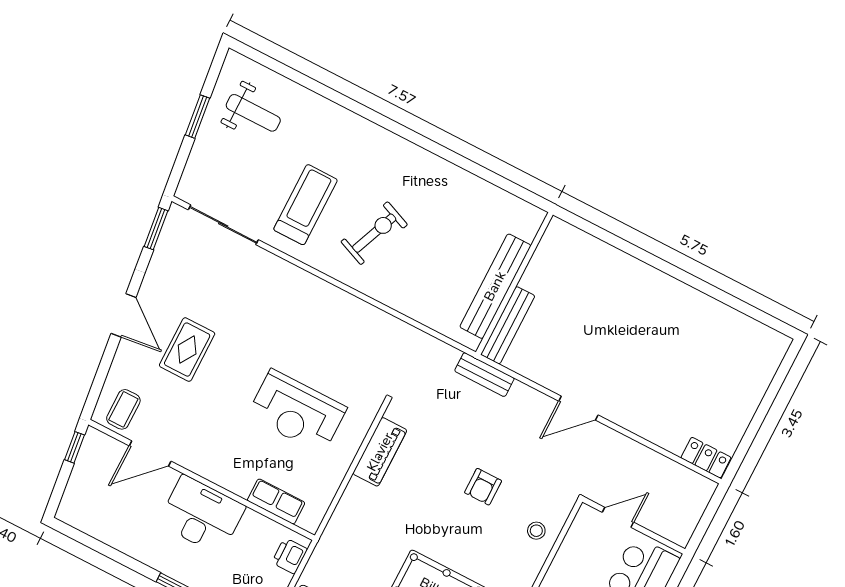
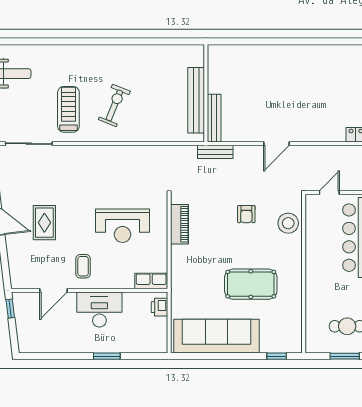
coffee table: (123, 409) -> (83, 266), moved
row of seats: (276, 502) -> (151, 281), moved
stool: (536, 531) -> (288, 223), width x1.89, depth x1.89

